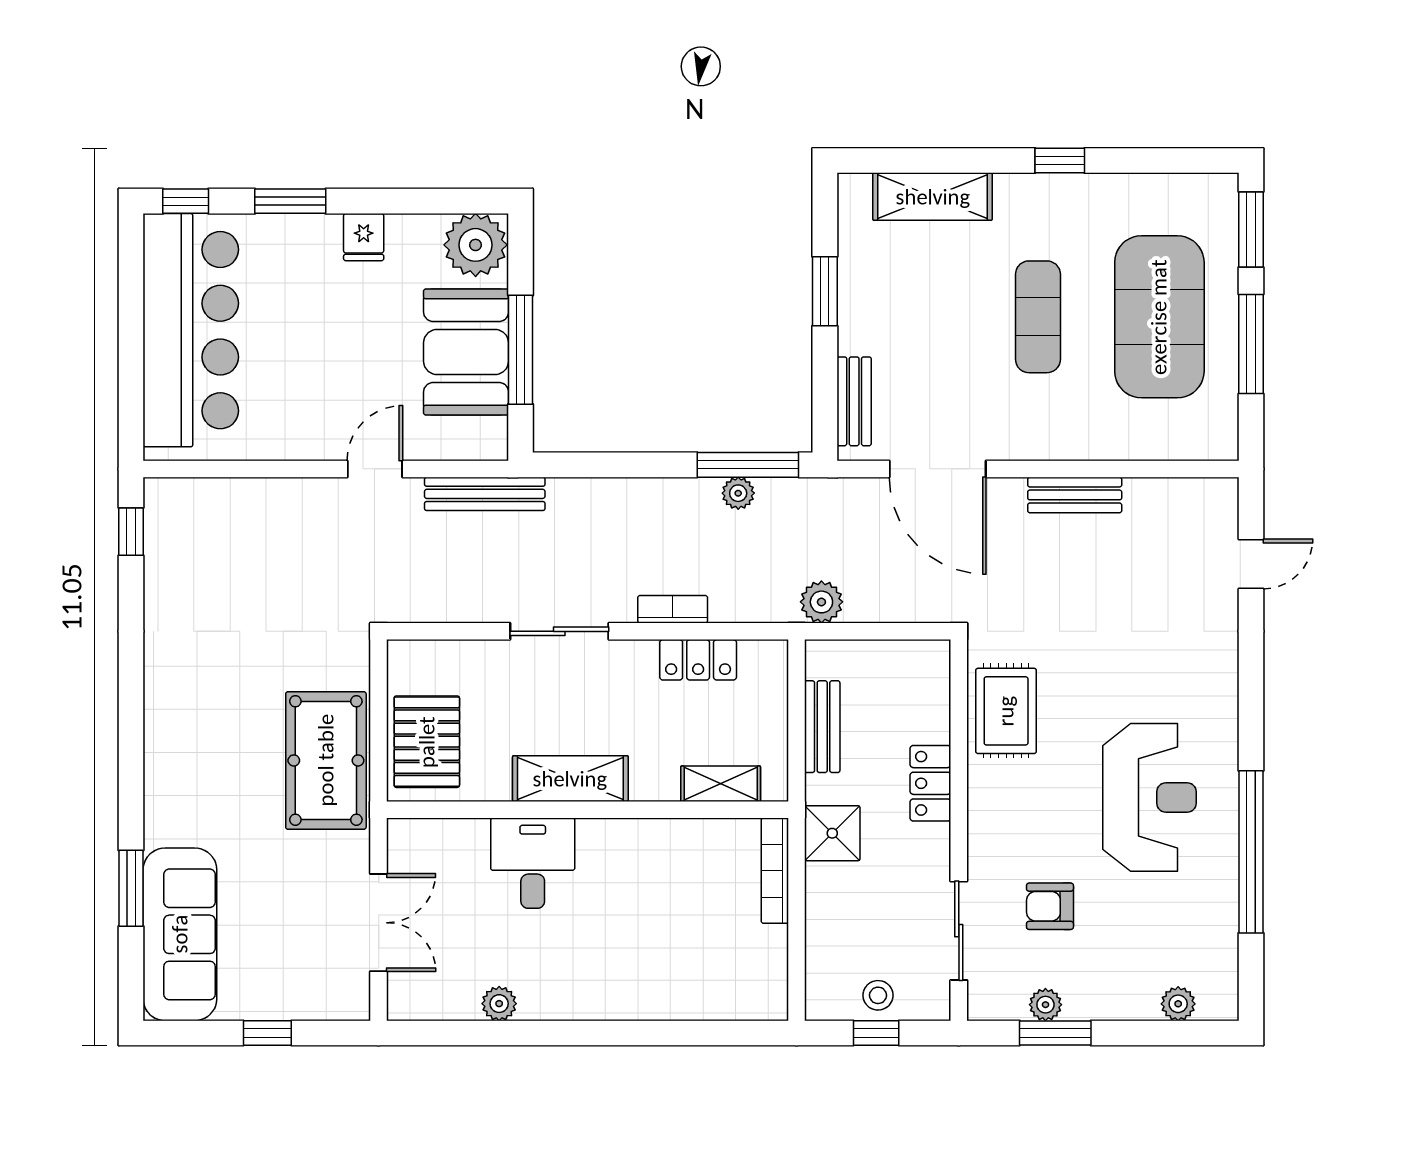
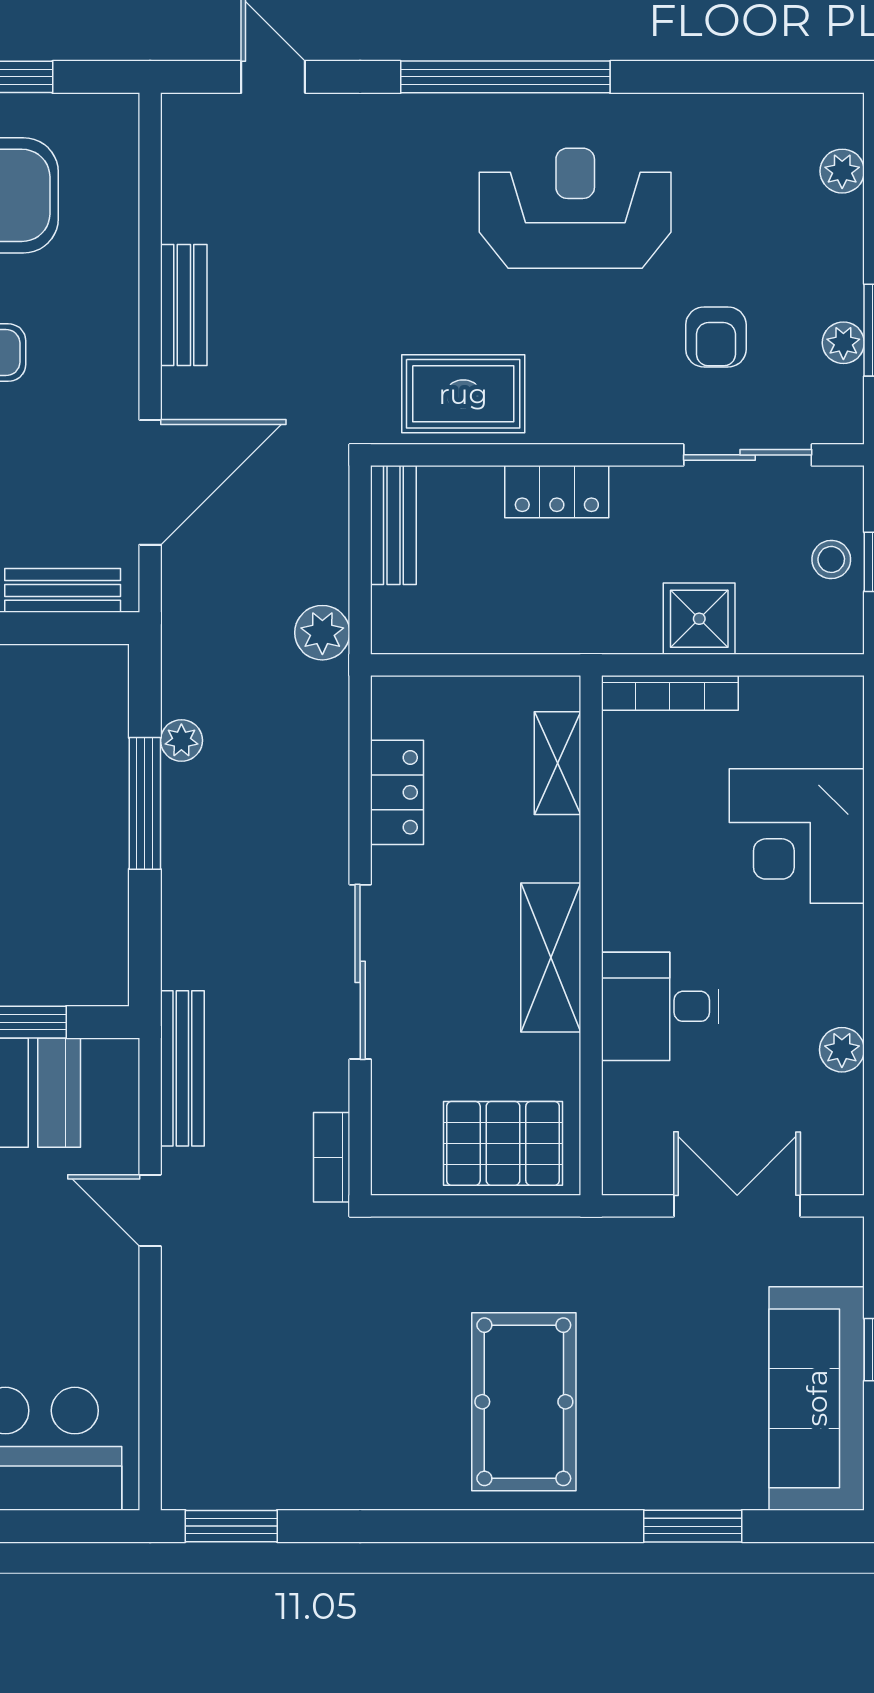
window: (748, 465) -> (145, 803), moved
window: (131, 532) -> (231, 1526), width x1.50
bookcase: (673, 609) -> (332, 1157), moved
sliding door: (559, 631) -> (360, 972), width x1.37
bench: (822, 727) -> (393, 525), moved, turned 90
pool table: (326, 760) -> (524, 1402), moved, turned 90
shower: (832, 833) -> (699, 619), moved
window: (1251, 852) -> (505, 77), moved
sofa: (180, 934) -> (817, 1398), moved, turned -90
corner desk: (664, 969) -> (797, 836), added

